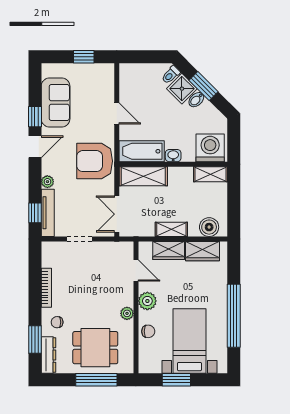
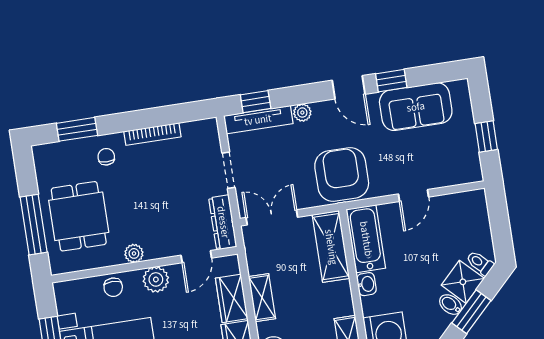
dresser: (48, 355) -> (223, 222), moved, turned 90

